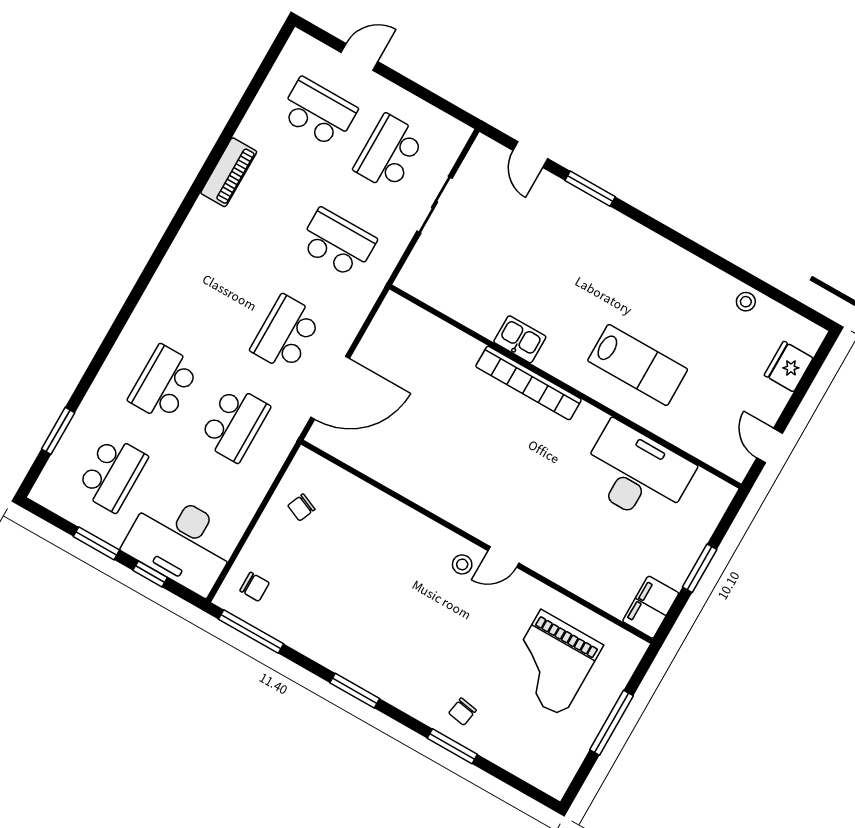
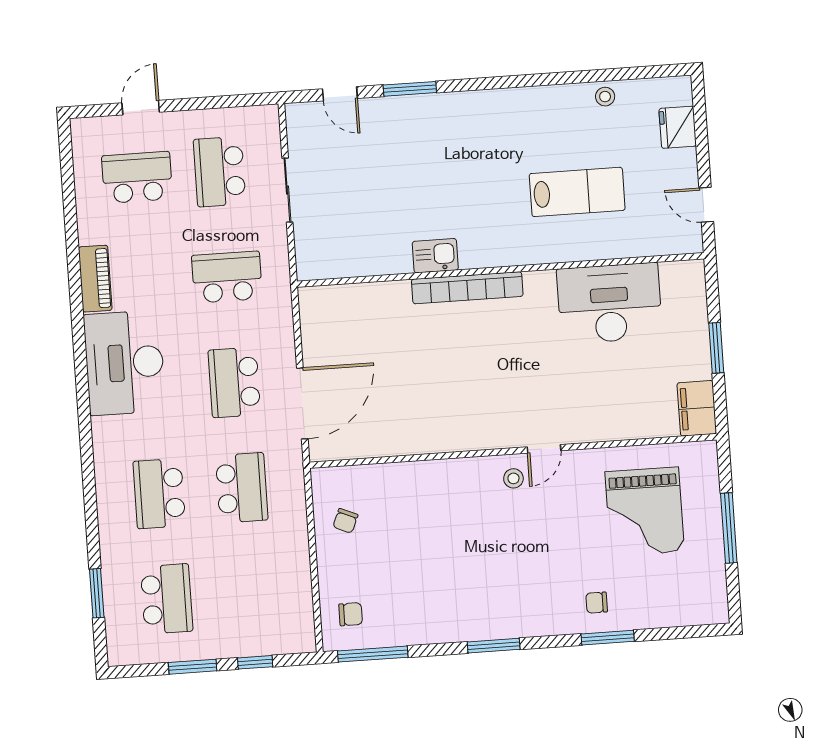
lab bench: (638, 365) -> (577, 192), moved
desk: (181, 542) -> (125, 363), moved, turned 90
chair: (462, 712) -> (597, 603), turned 80

